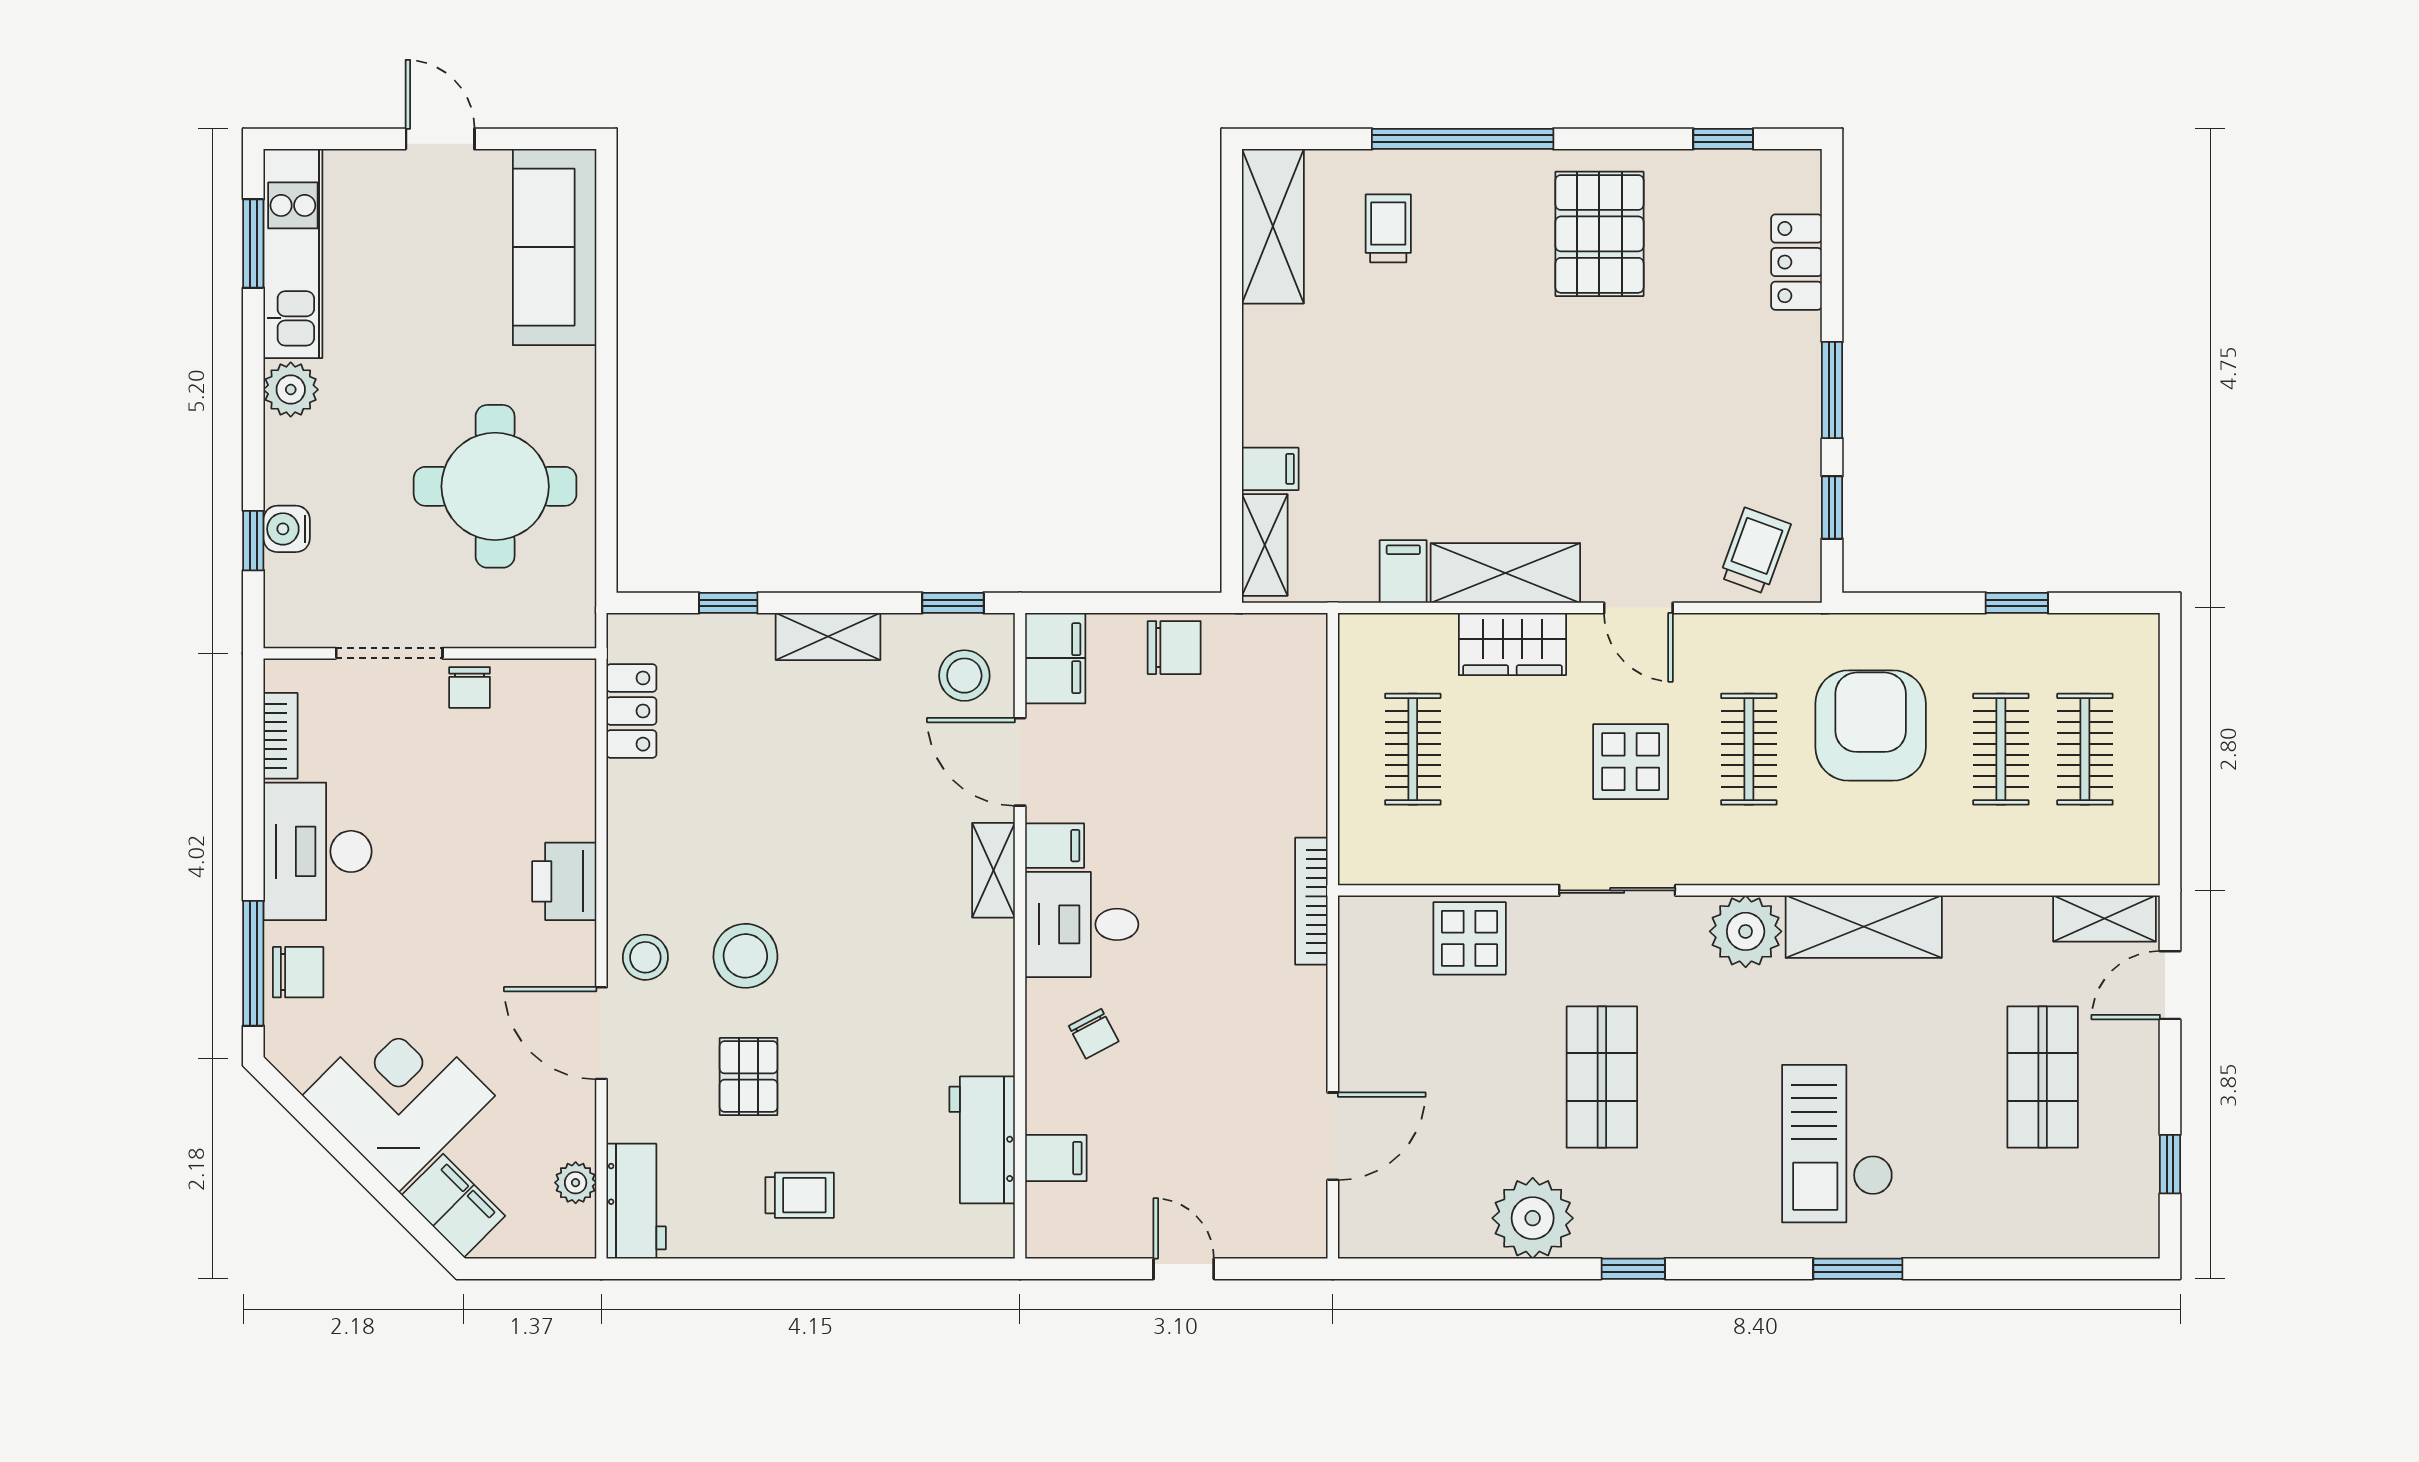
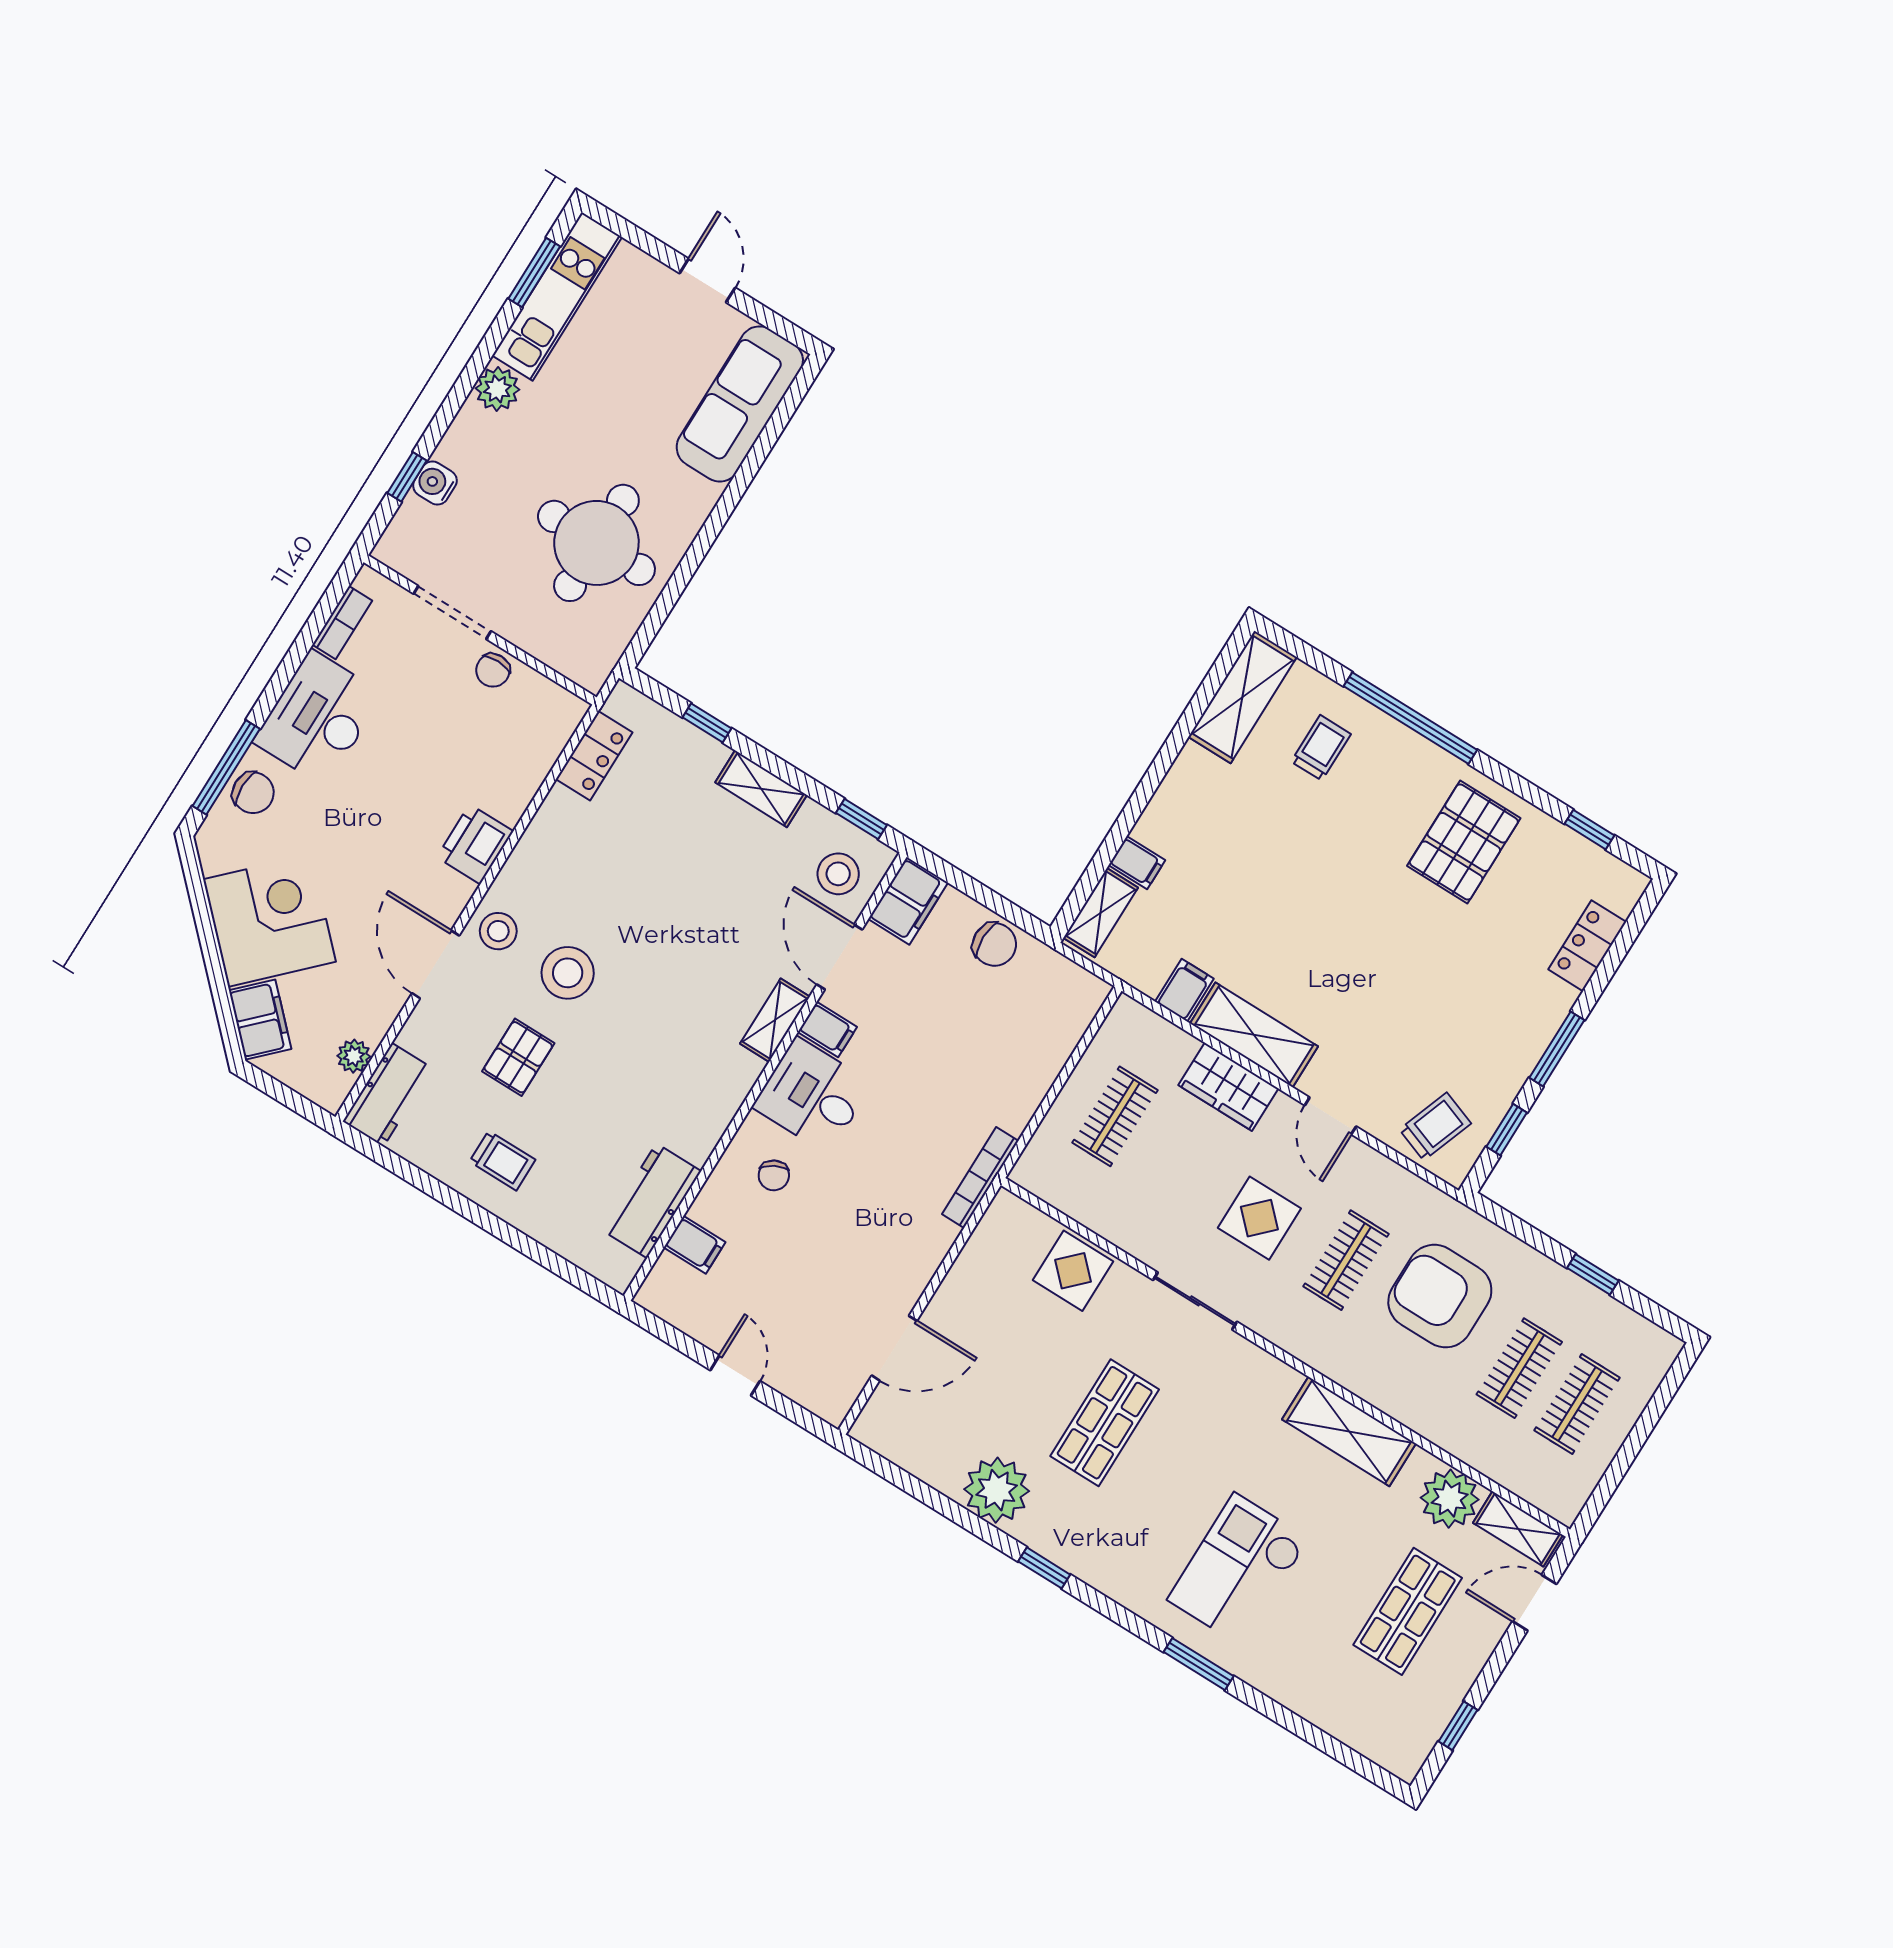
armchair: (1871, 725) -> (1440, 1296), turned -90
plant: (1746, 931) -> (1450, 1499), moved

